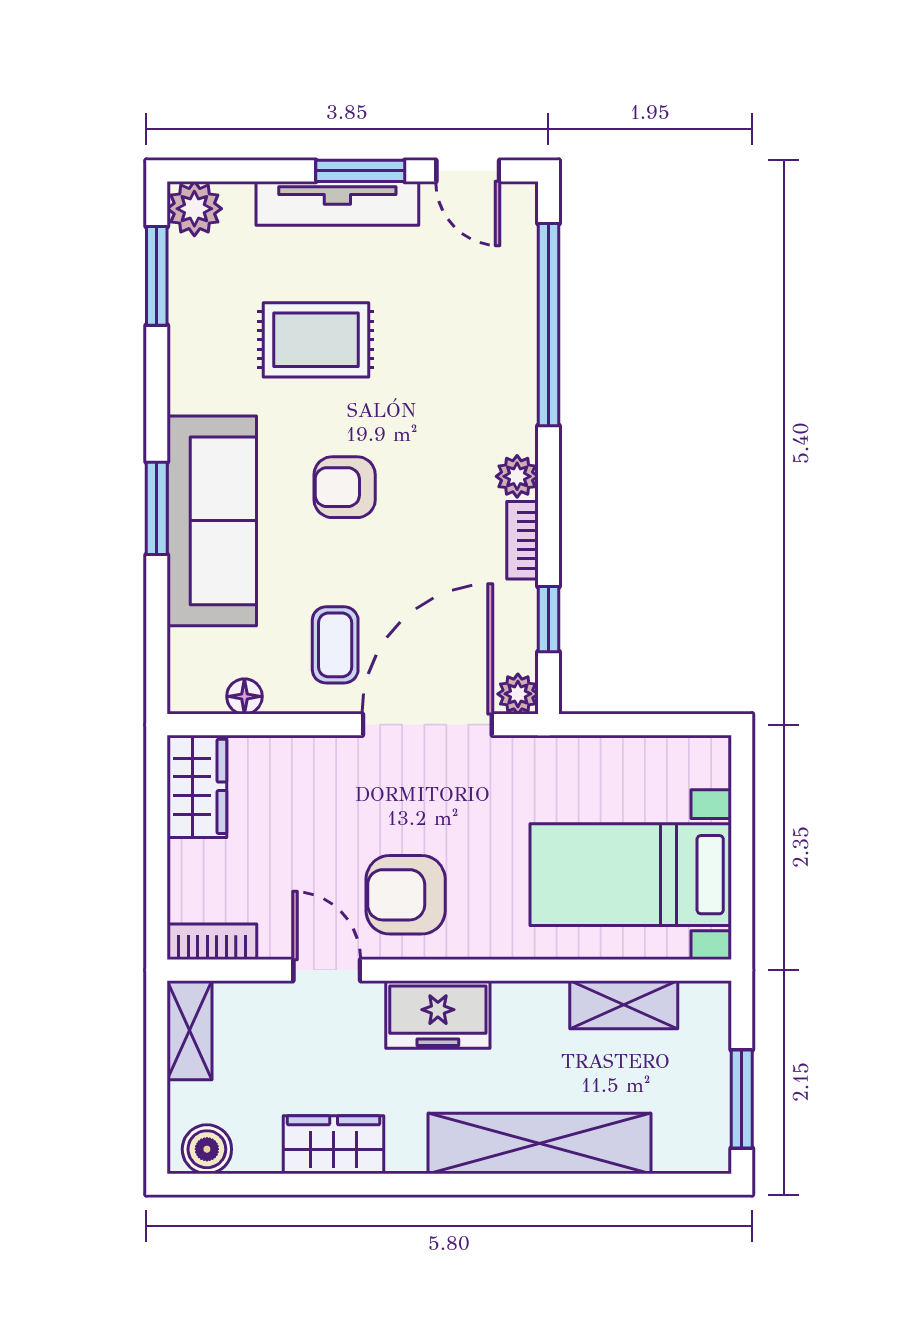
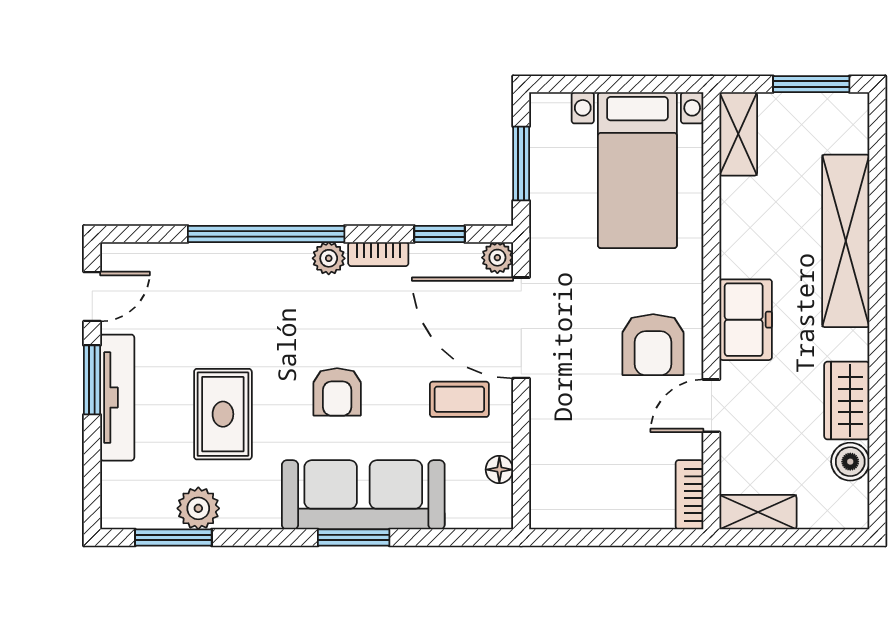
plant: (194, 209) -> (198, 508), moved
window: (548, 325) -> (266, 234), moved
window: (639, 725) -> (521, 163), added
wardrobe: (197, 786) -> (569, 506), removed
shelving: (624, 1005) -> (738, 134), moved
boiler: (207, 1149) -> (850, 462), moved

